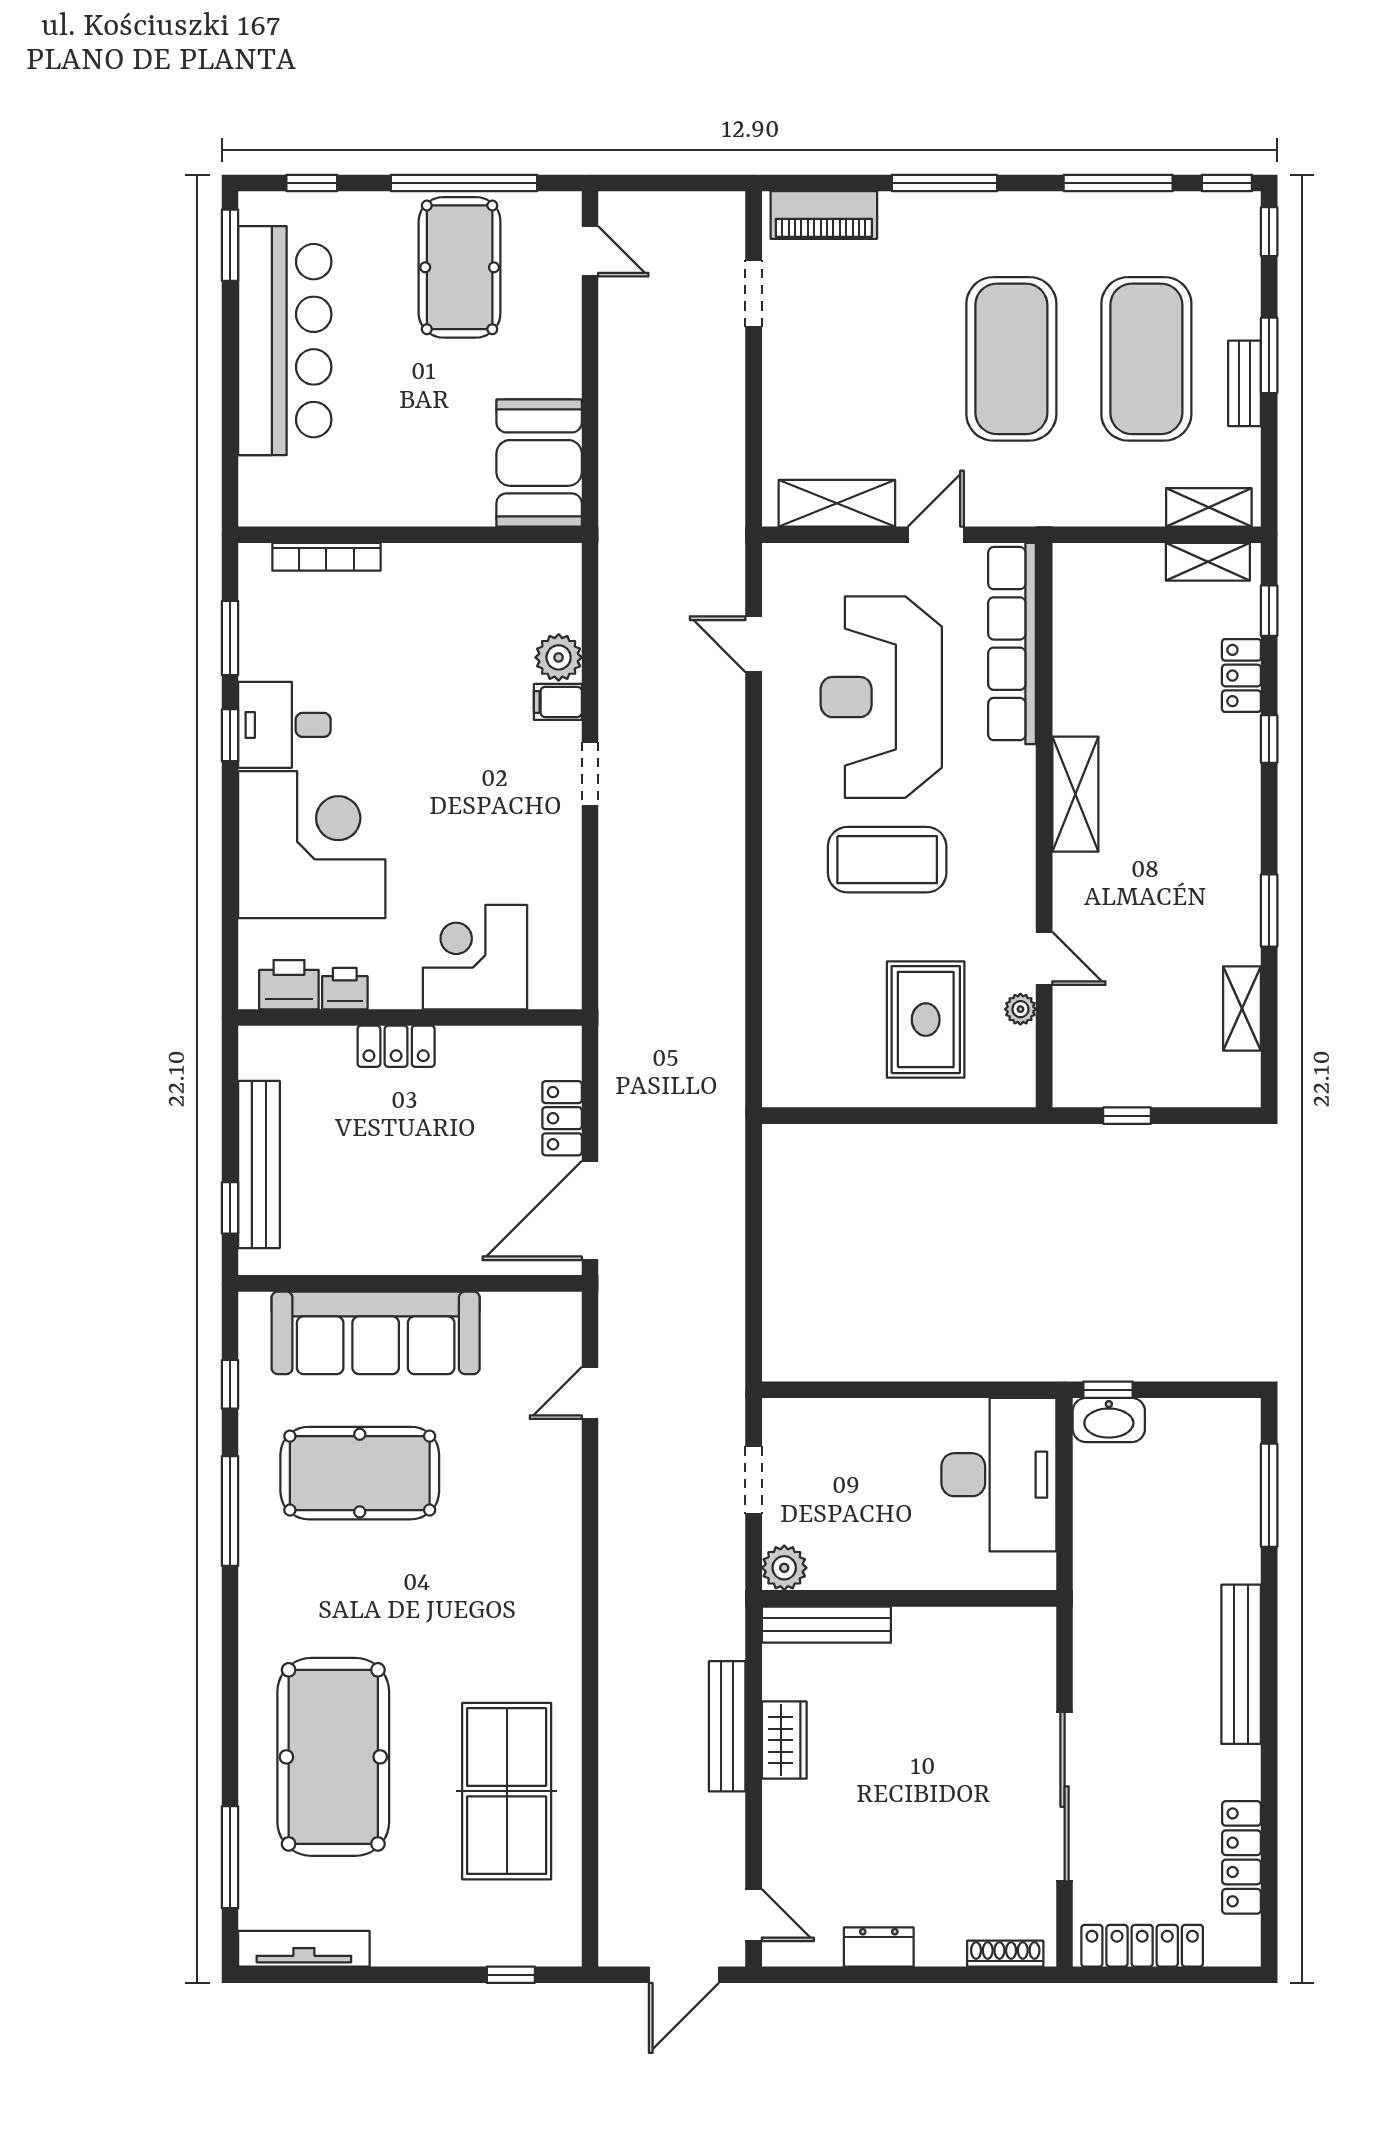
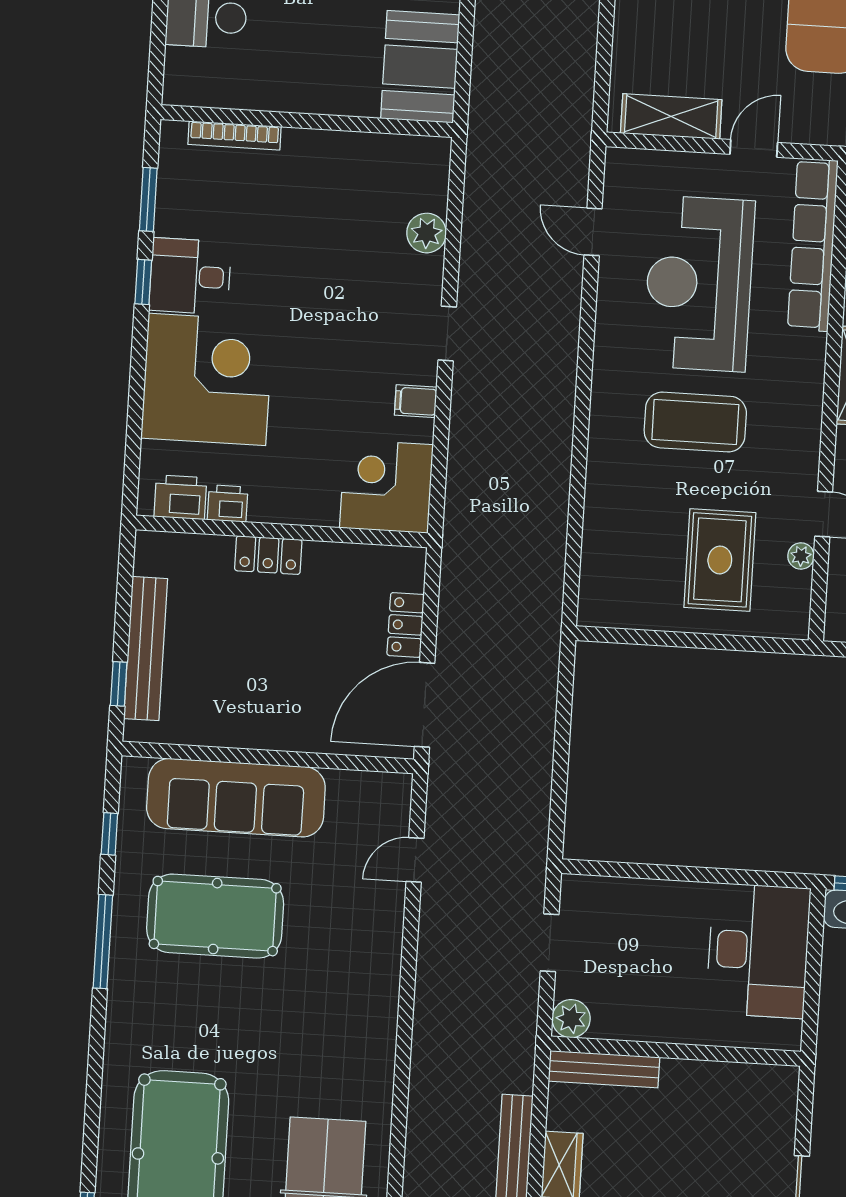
filing cabinet: (558, 702) -> (416, 401), moved
corner desk: (475, 957) -> (386, 486), moved

